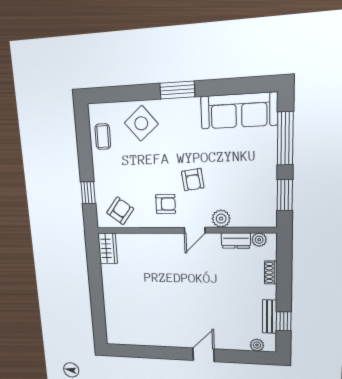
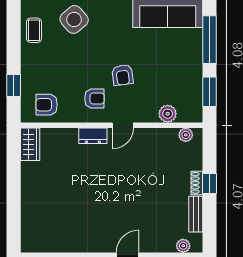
armchair: (120, 211) -> (47, 105), turned -127
plant: (221, 219) -> (168, 114), moved
dresser: (236, 241) -> (93, 136), moved
shoe rack: (271, 273) -> (197, 183), moved
window: (284, 321) -> (210, 184), moved

